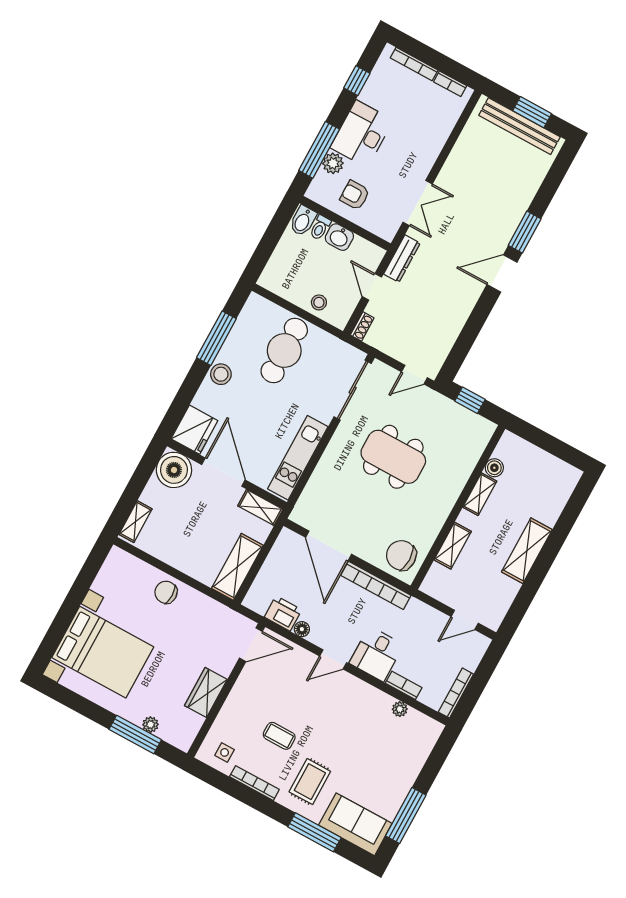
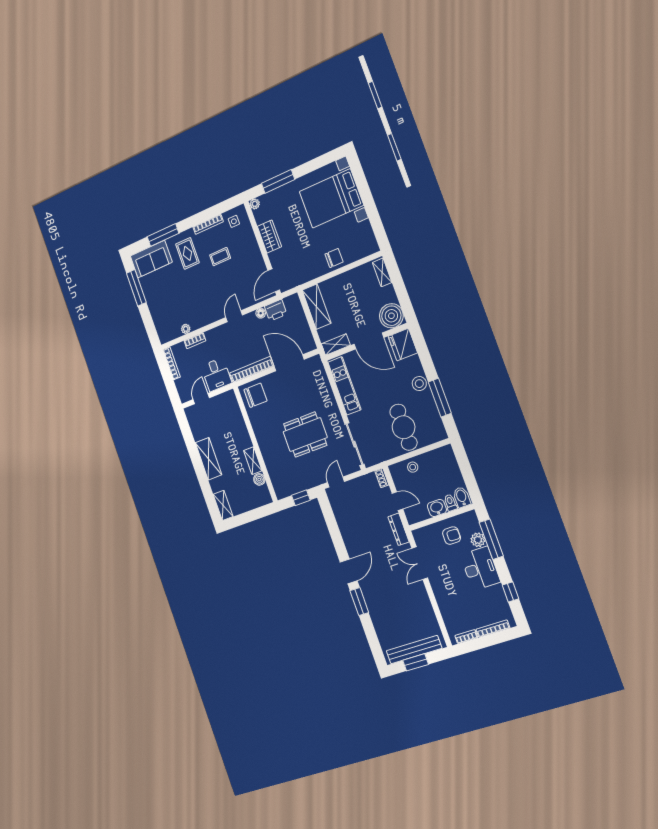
shelving: (453, 546) -> (223, 505), moved
desk: (376, 654) -> (216, 375), moved, turned 180
plant: (151, 725) -> (255, 204), moved

